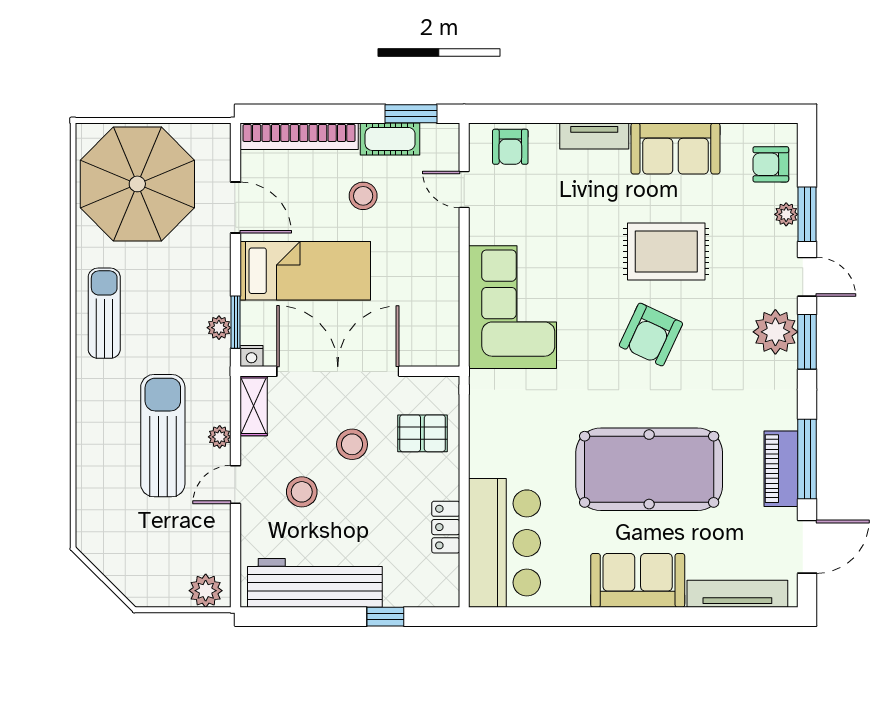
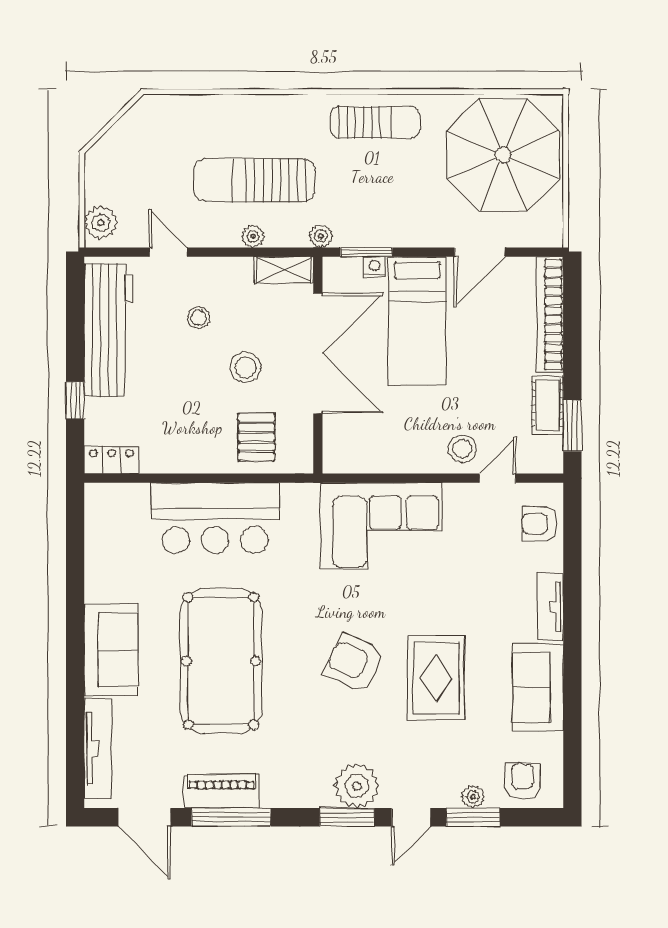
stool: (363, 196) -> (462, 449), moved
plant: (219, 328) -> (321, 236), moved
nightstand: (251, 356) -> (375, 267), moved, turned 90
sun lounger: (163, 436) -> (254, 180), turned 180
door: (236, 485) -> (168, 252), moved
stool: (302, 492) -> (199, 318), width x0.73, depth x0.73
locker: (446, 527) -> (111, 460), moved
bar counter: (505, 543) -> (215, 518), moved

